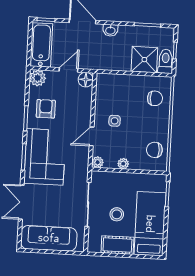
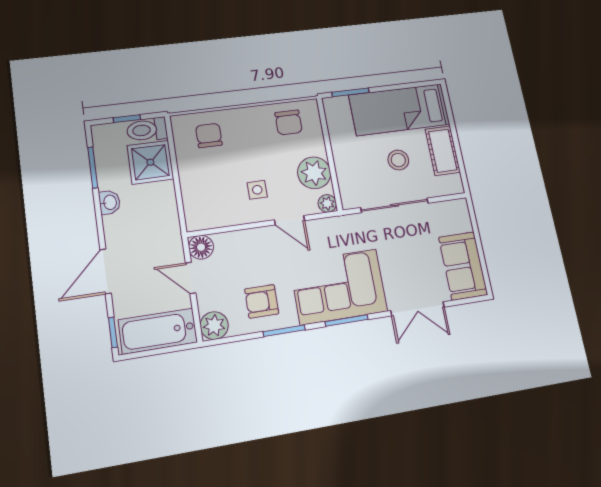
washbasin: (110, 30) -> (110, 202), moved
plant: (123, 164) -> (314, 173), width x1.88, depth x1.88
sofa: (49, 238) -> (463, 266), width x0.73

